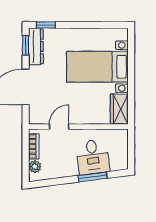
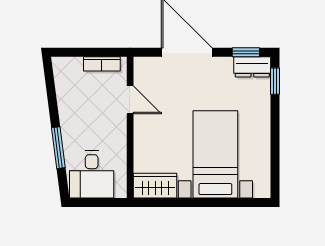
dresser: (36, 46) -> (252, 67), width x0.70
desk: (93, 157) -> (92, 174), moved, turned -83
plant: (35, 167) -> (73, 66), removed

